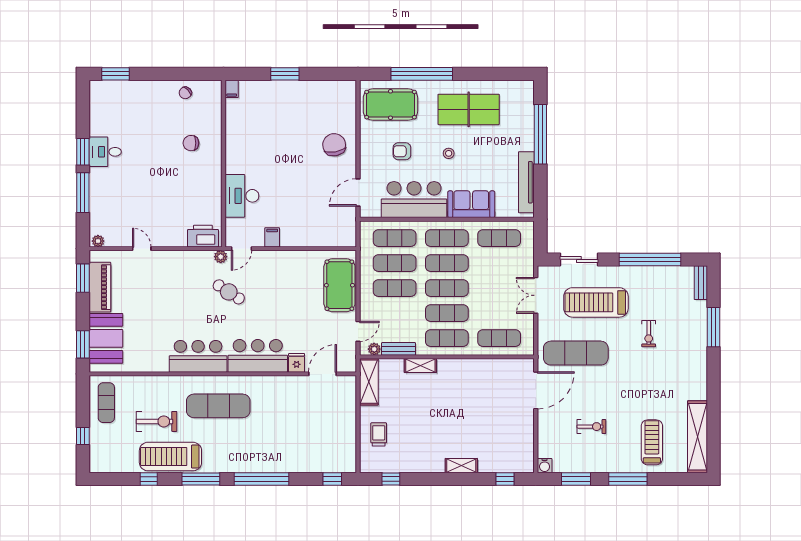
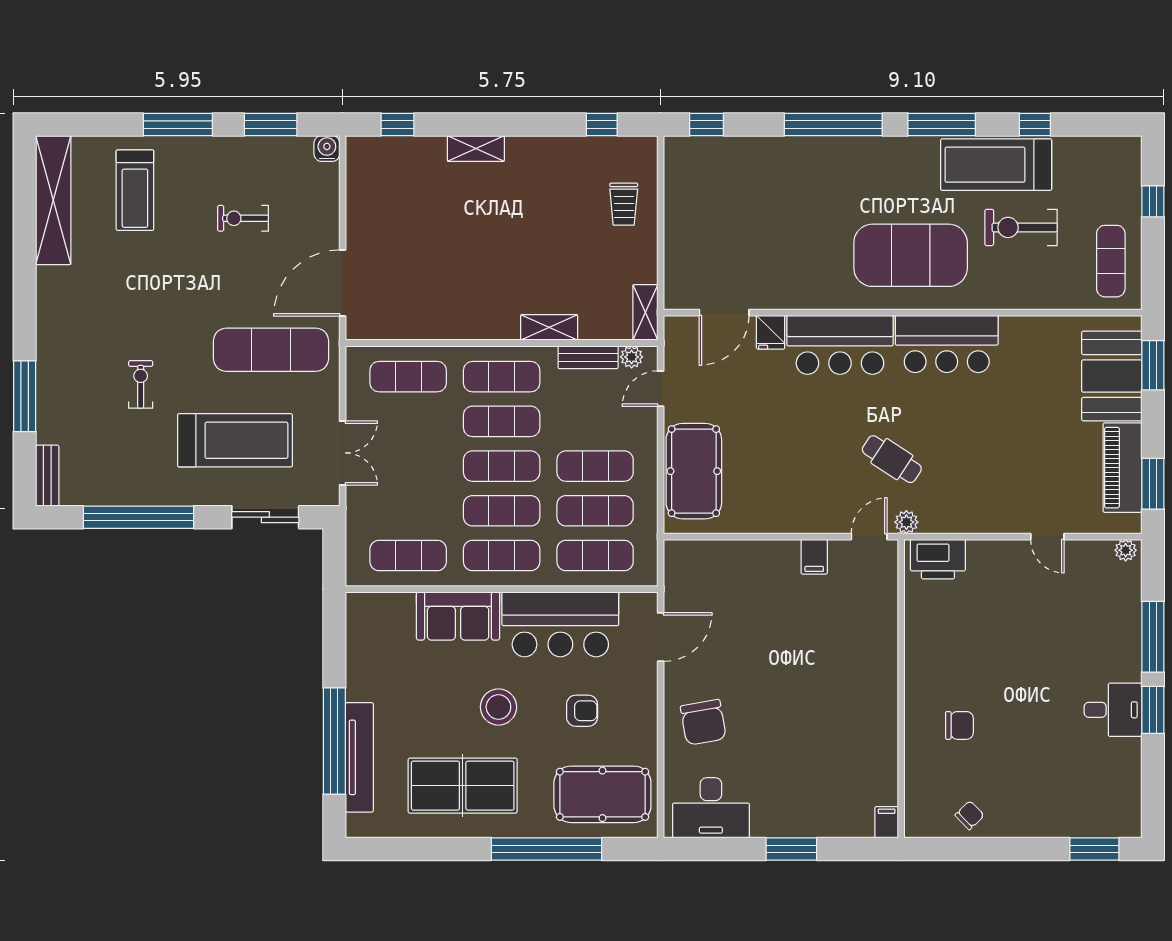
stool: (449, 153) -> (498, 707), width x1.89, depth x1.89
tv unit: (526, 182) -> (359, 757), moved
desk: (242, 196) -> (711, 808), moved, turned 90
shelving: (369, 382) -> (645, 312), width x0.67, depth x0.75
exercise mat: (218, 406) -> (911, 255), width x1.47
treadmill: (170, 457) -> (996, 165), turned 180

